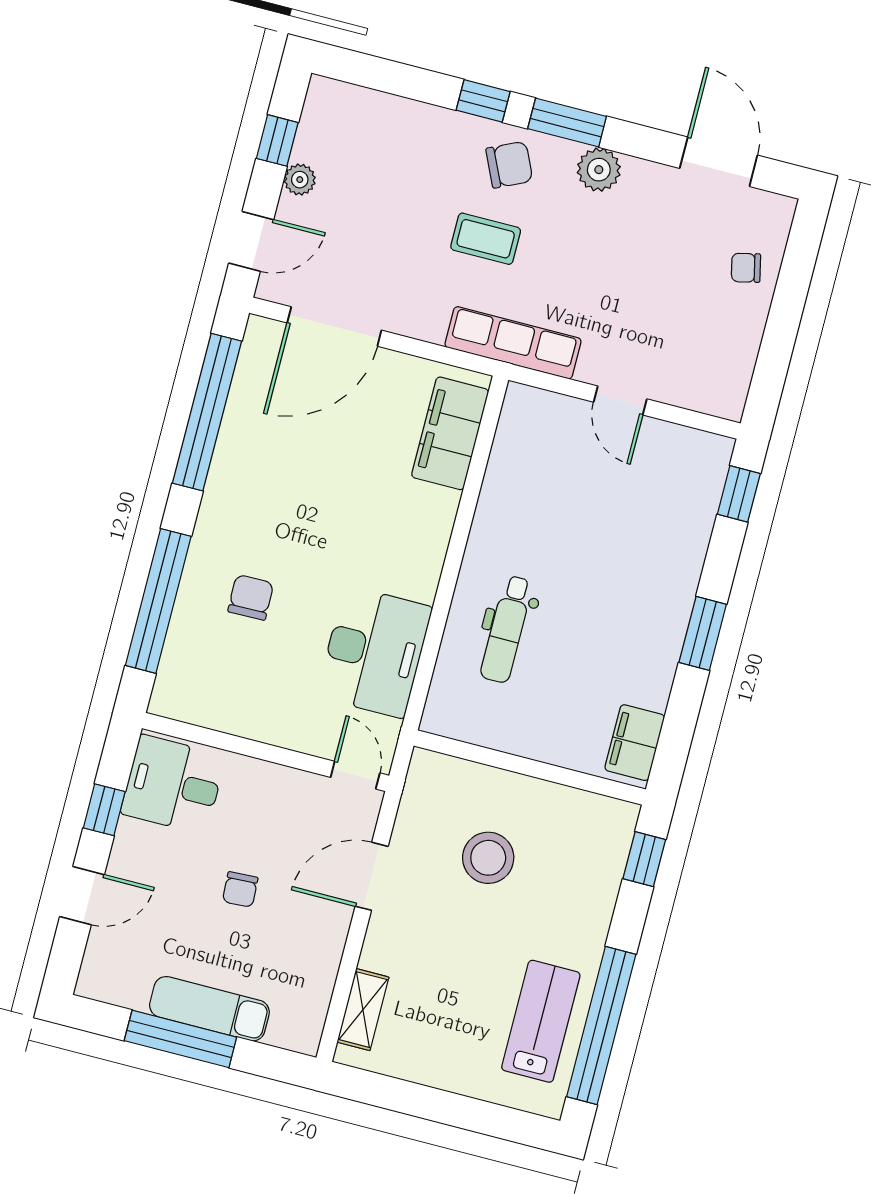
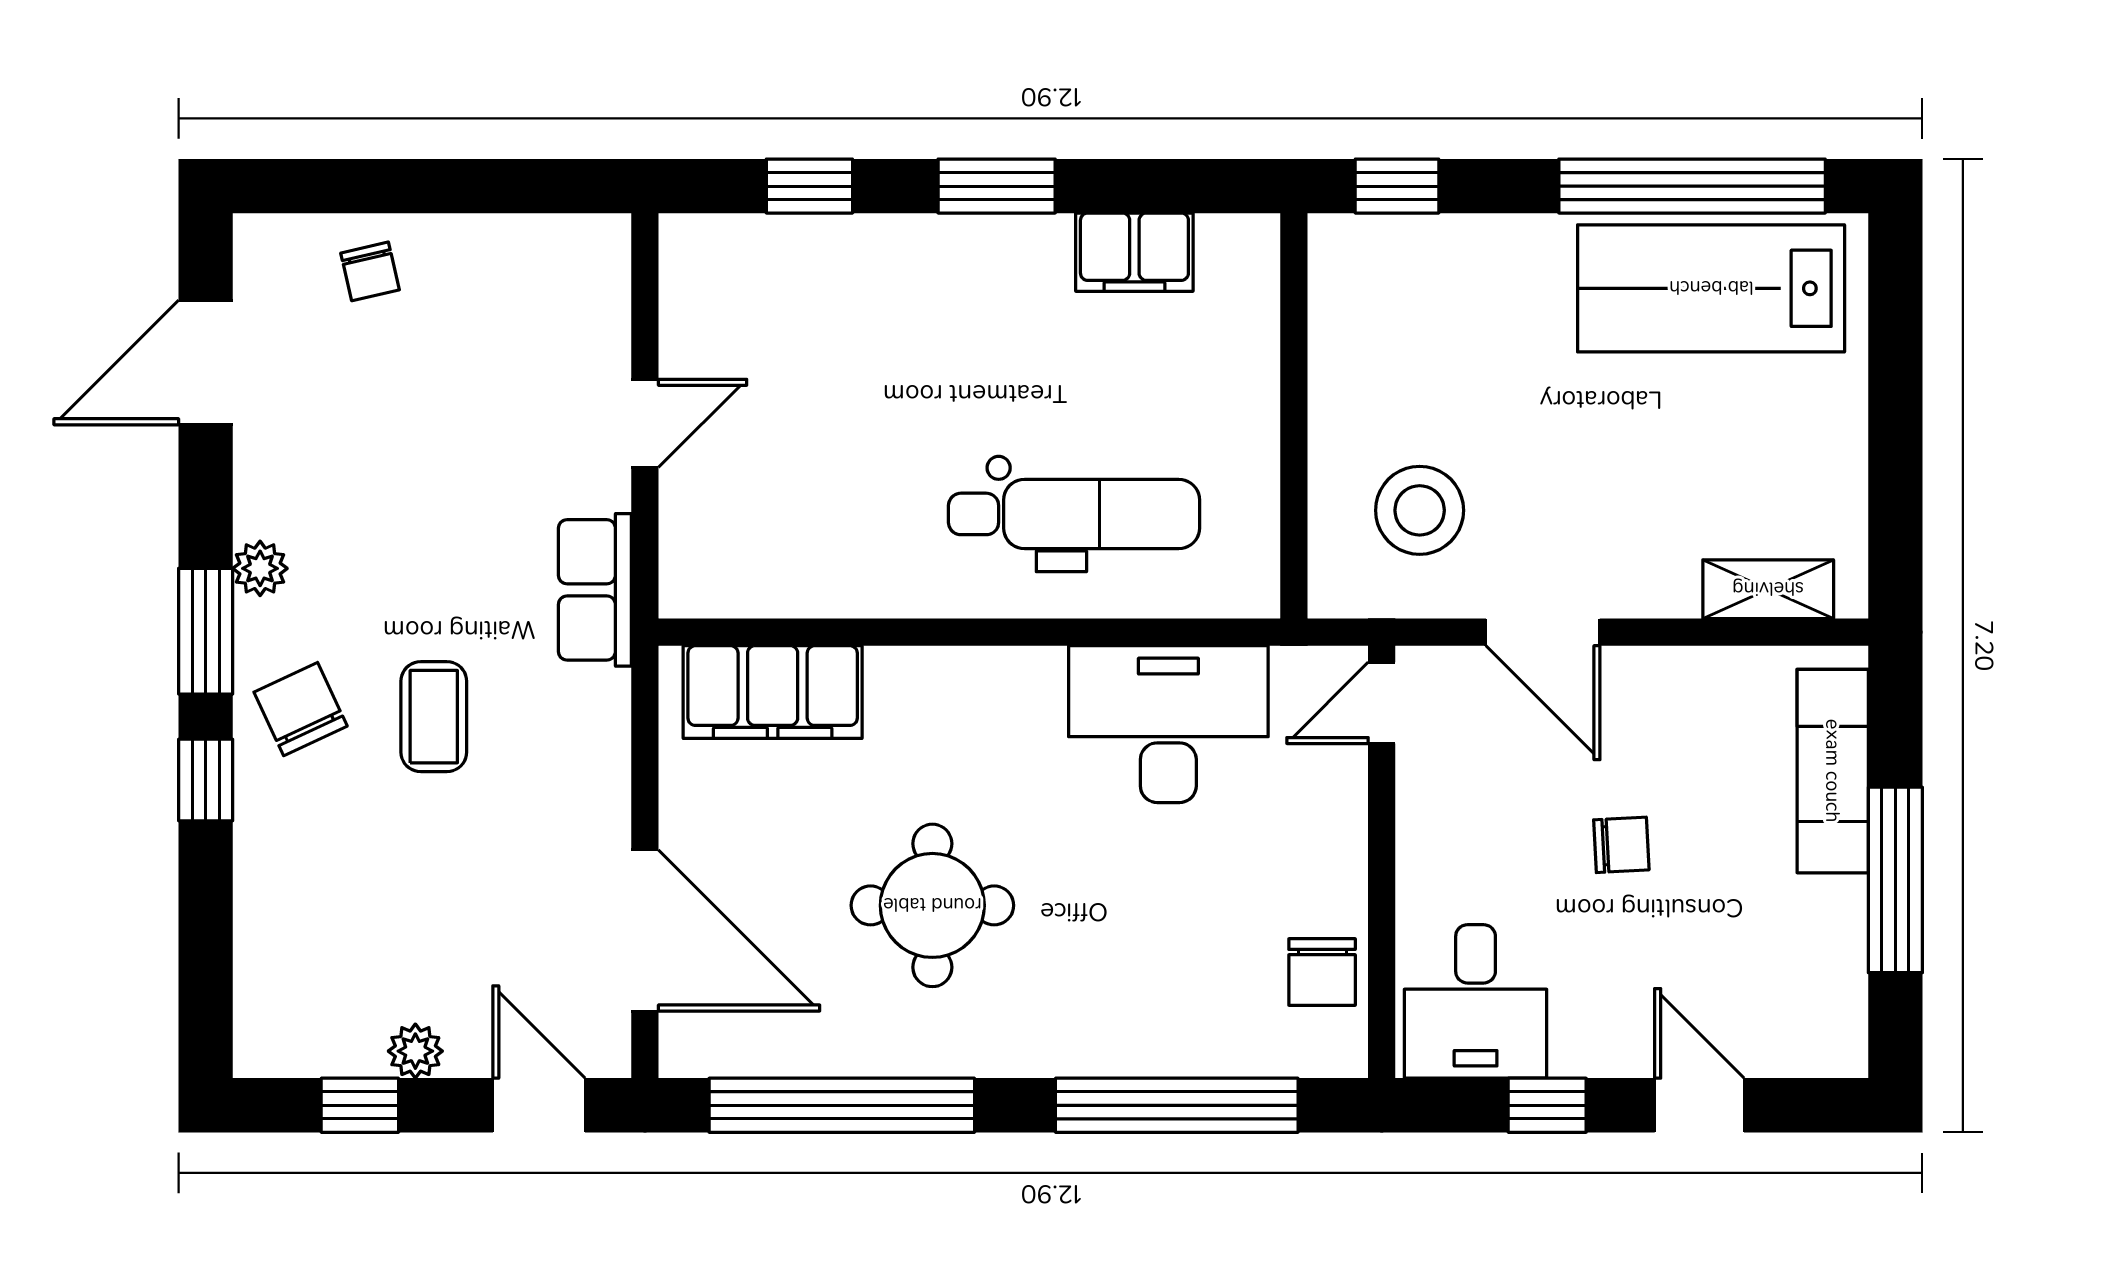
plant: (599, 170) -> (260, 568), width x0.73, depth x0.73
row of seats: (513, 343) -> (595, 590), width x0.68
round table: (306, 492) -> (932, 905), added
window: (739, 494) -> (809, 186), moved
chair: (251, 597) -> (1322, 972), moved, turned -89
dental chair: (507, 629) -> (1074, 514), width x1.36, depth x1.38
filing cabinet: (635, 743) -> (1134, 252), moved
stool: (488, 858) -> (1420, 510), moved
exam couch: (209, 1009) -> (1833, 771), moved
lab bench: (541, 1021) -> (1711, 288), width x1.36, depth x1.39

